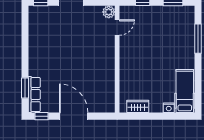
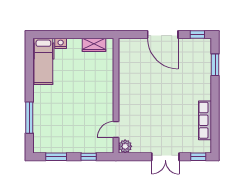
row of seats: (34, 95) -> (205, 120), moved

